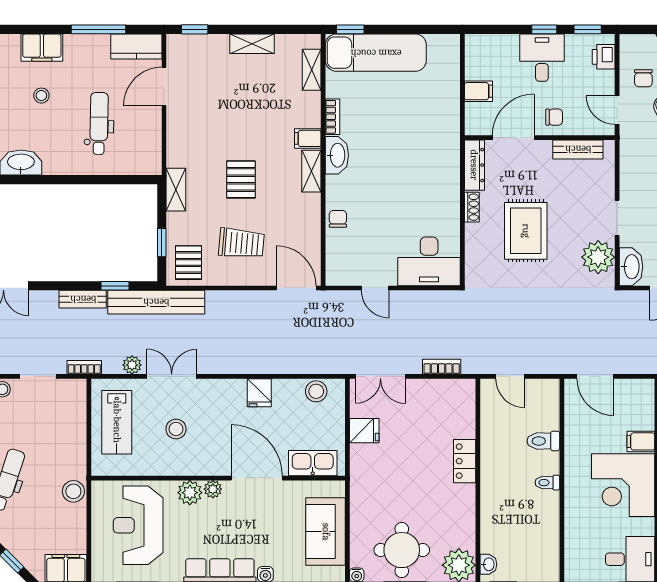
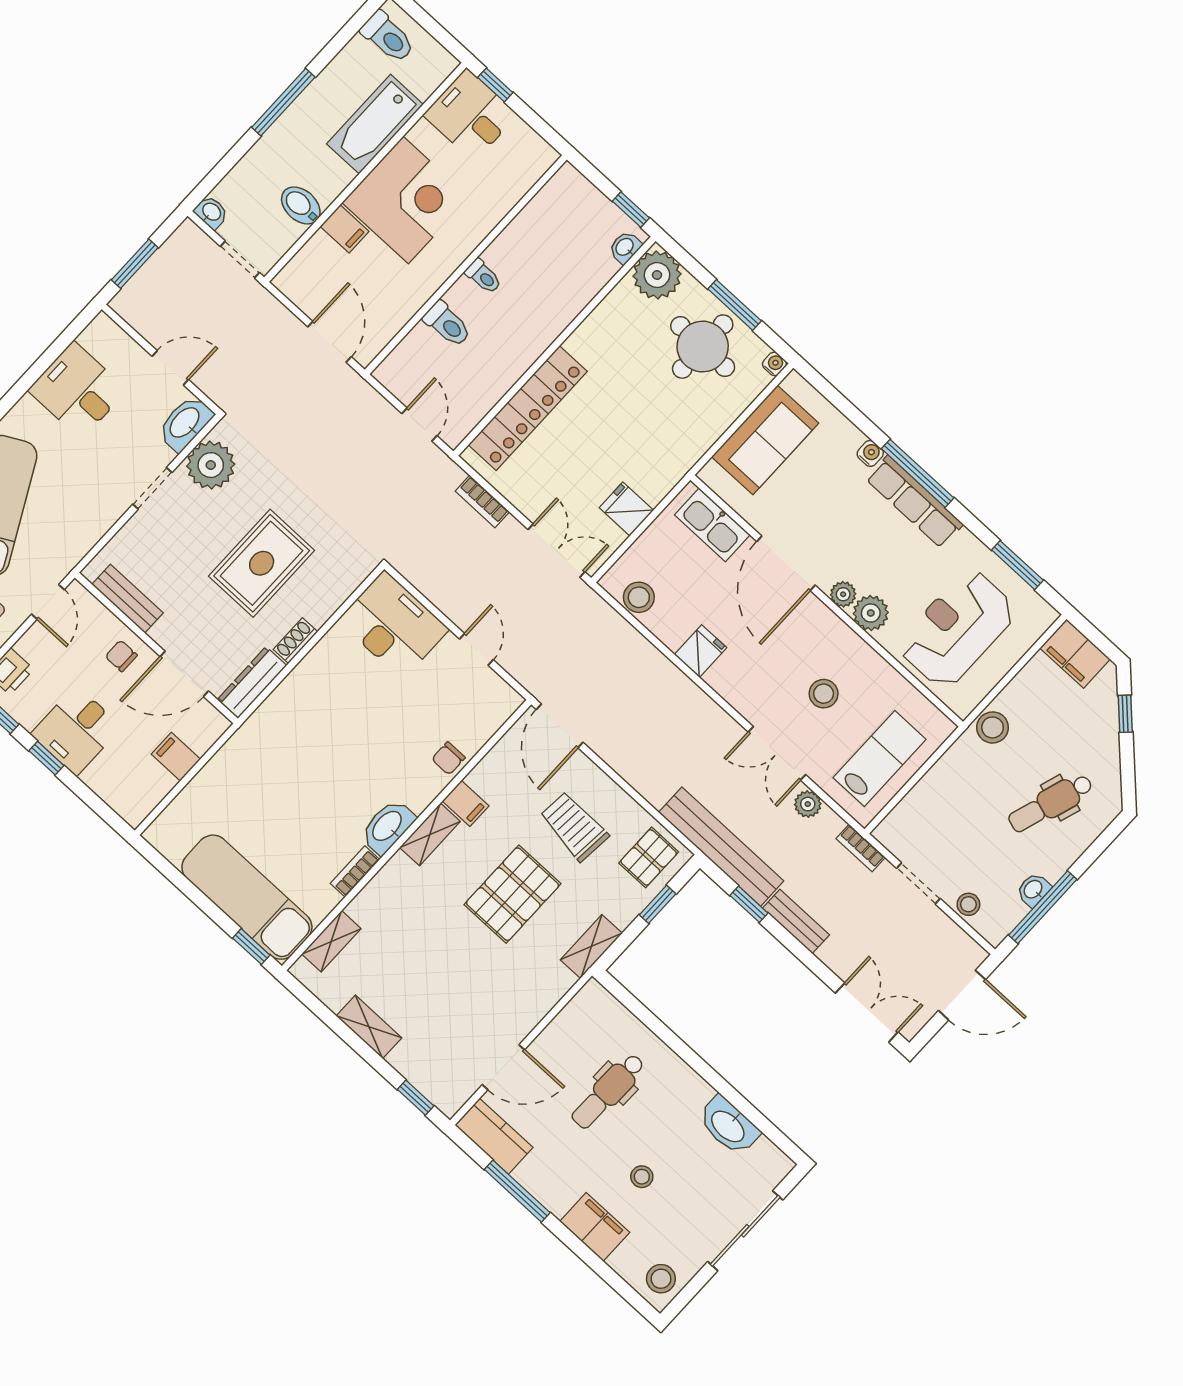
filing cabinet: (308, 138) -> (466, 803), moved
pallet: (241, 179) -> (513, 894), width x1.50, depth x1.42
locker: (465, 461) -> (528, 408), width x2.16, depth x1.21
reception desk: (138, 525) -> (957, 629), turned 180

